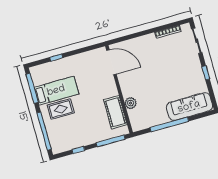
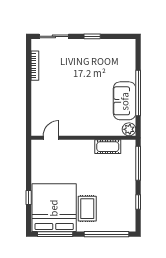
door: (111, 62) -> (51, 138), width x0.53
bed: (56, 91) -> (54, 208), width x2.04
plant: (131, 103) -> (129, 129), moved
sofa: (189, 107) -> (125, 101), moved, width x0.73
cot: (115, 112) -> (108, 147), width x0.73, depth x0.75

